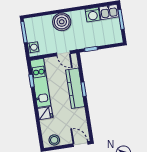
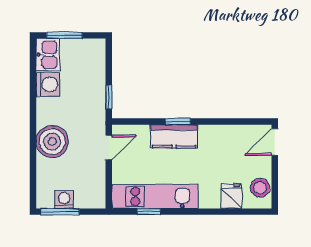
washing machine: (33, 47) -> (64, 200), moved
kitchen counter: (75, 88) -> (174, 136), width x0.67
fridge: (45, 113) -> (232, 196), moved

